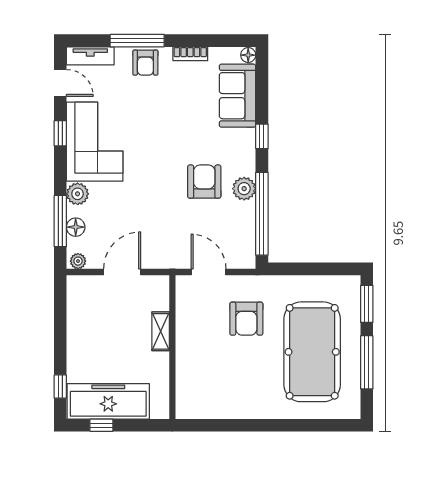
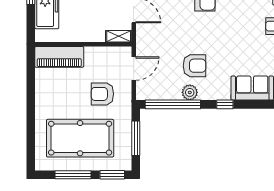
window: (312, 269) -> (136, 138), added
shelving: (161, 331) -> (119, 36), moved
piano: (191, 383) -> (59, 57), added

